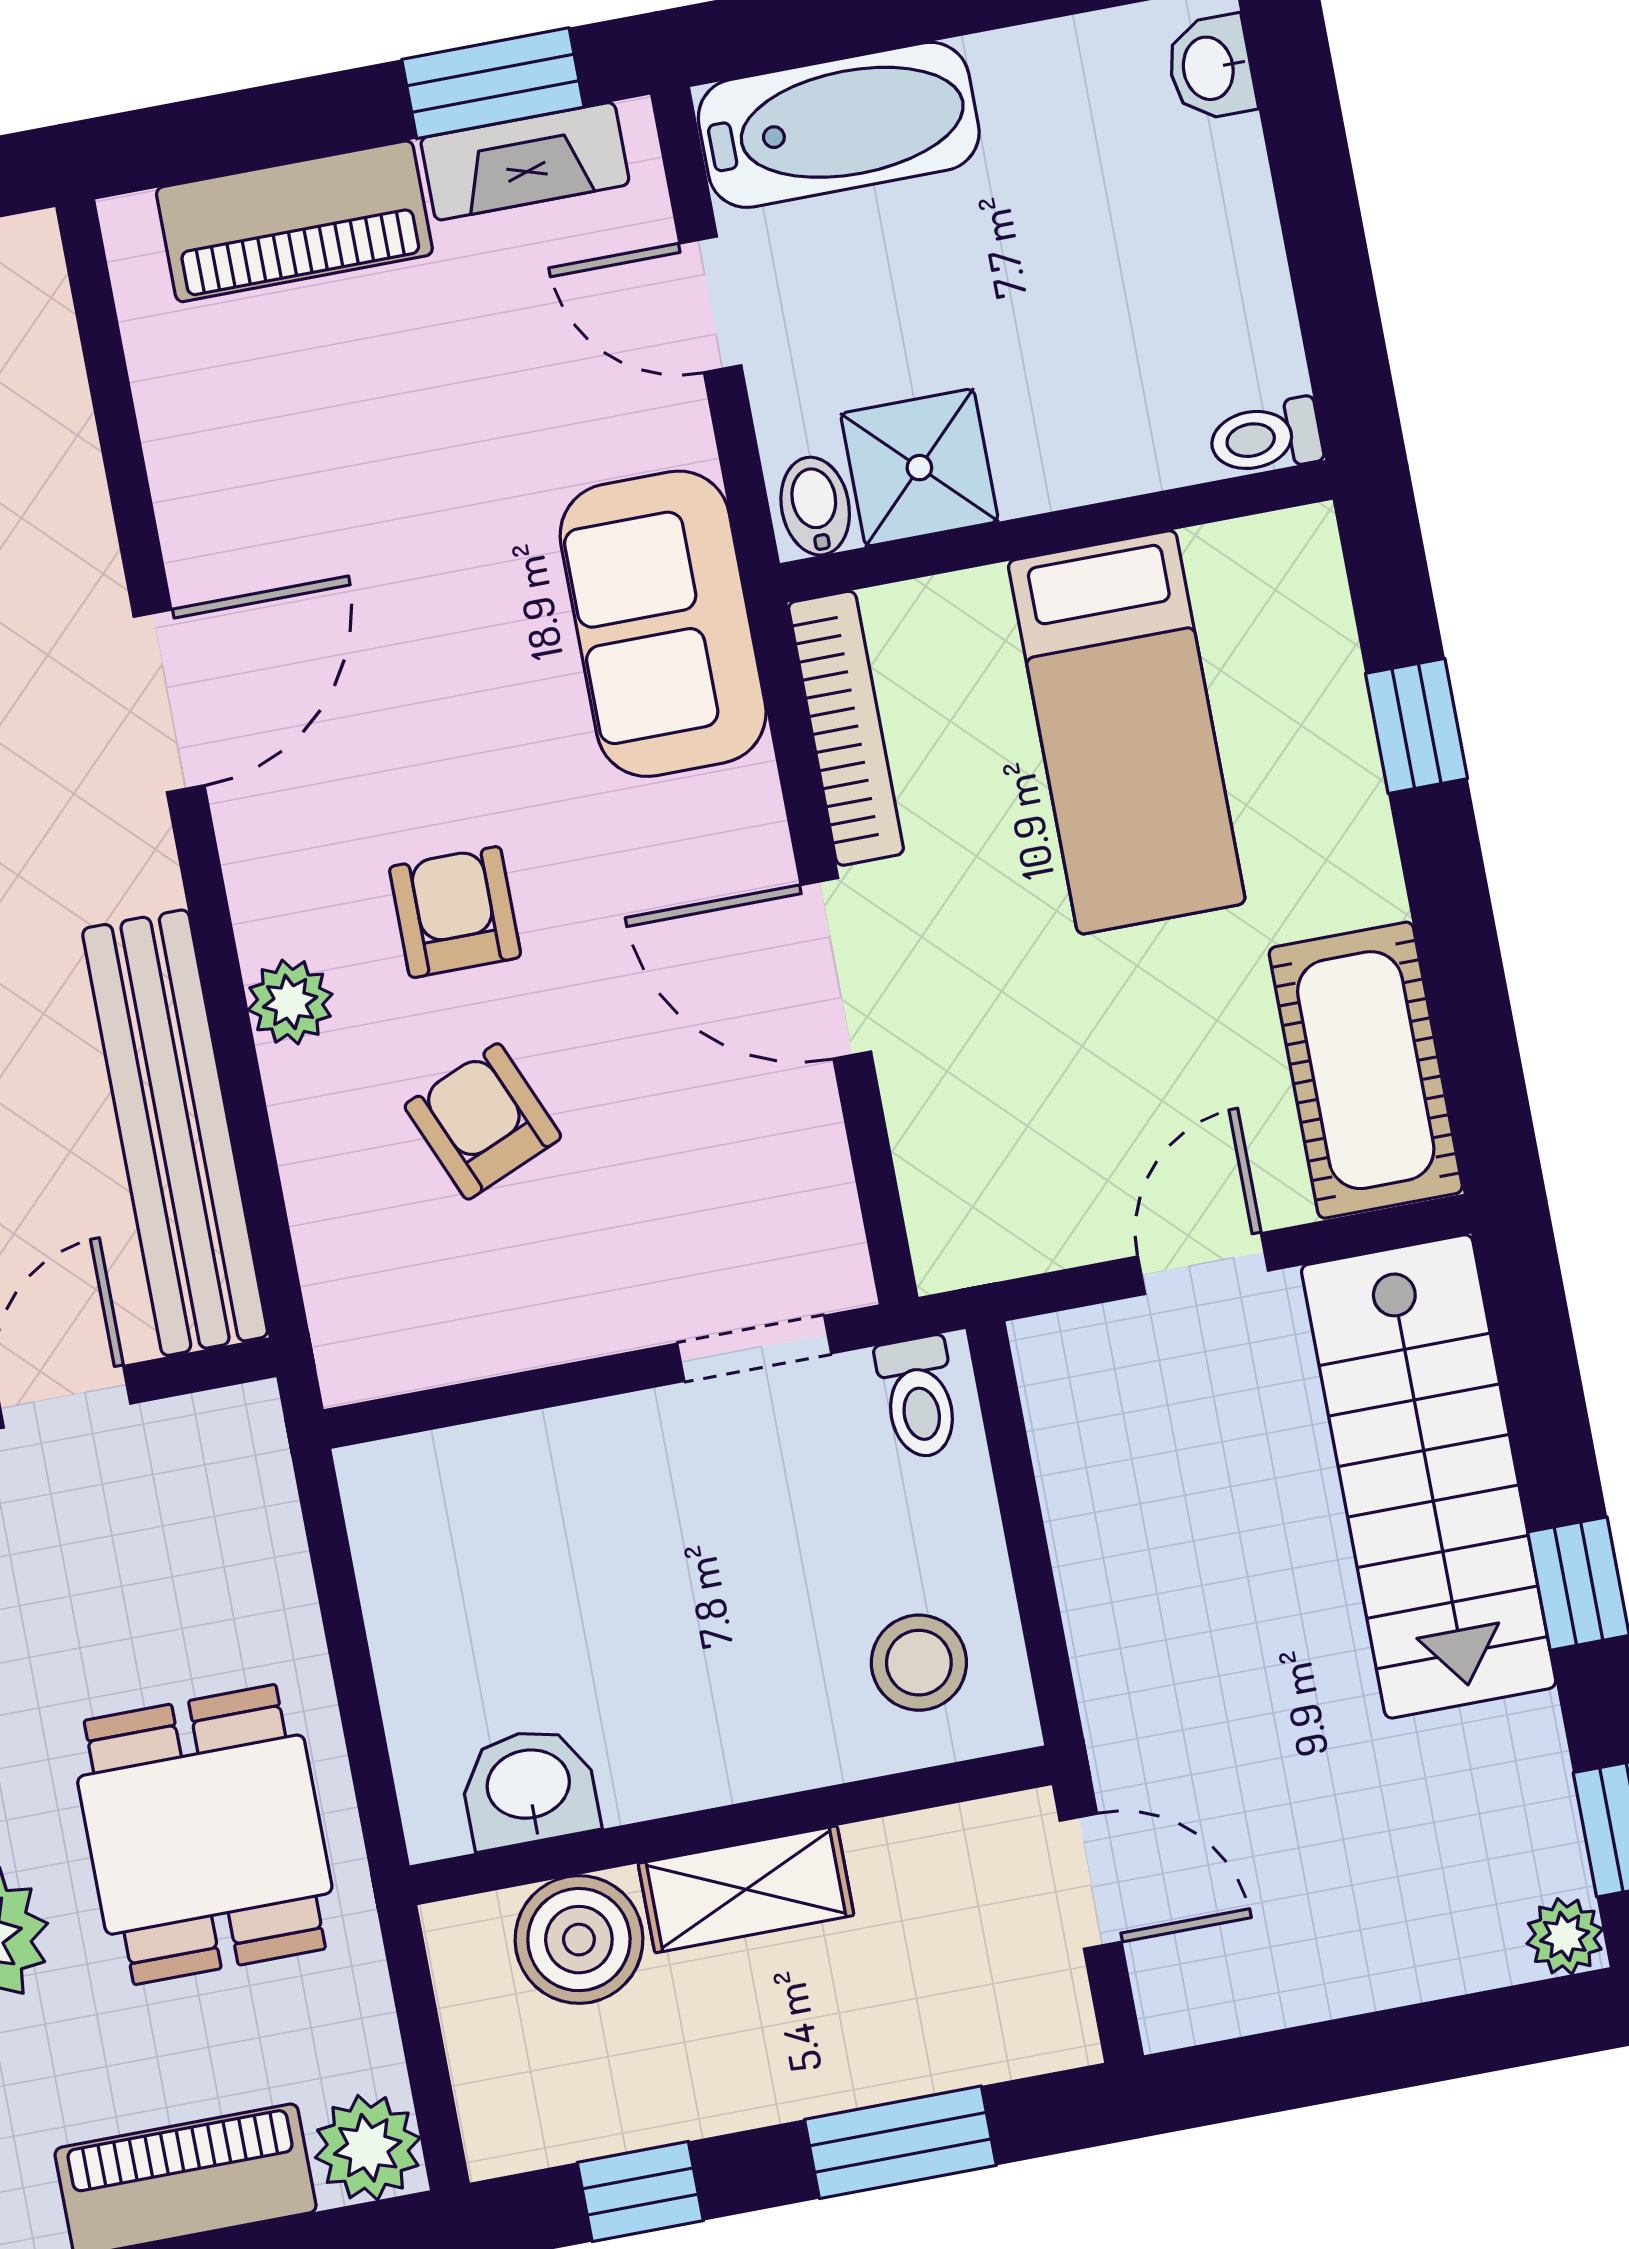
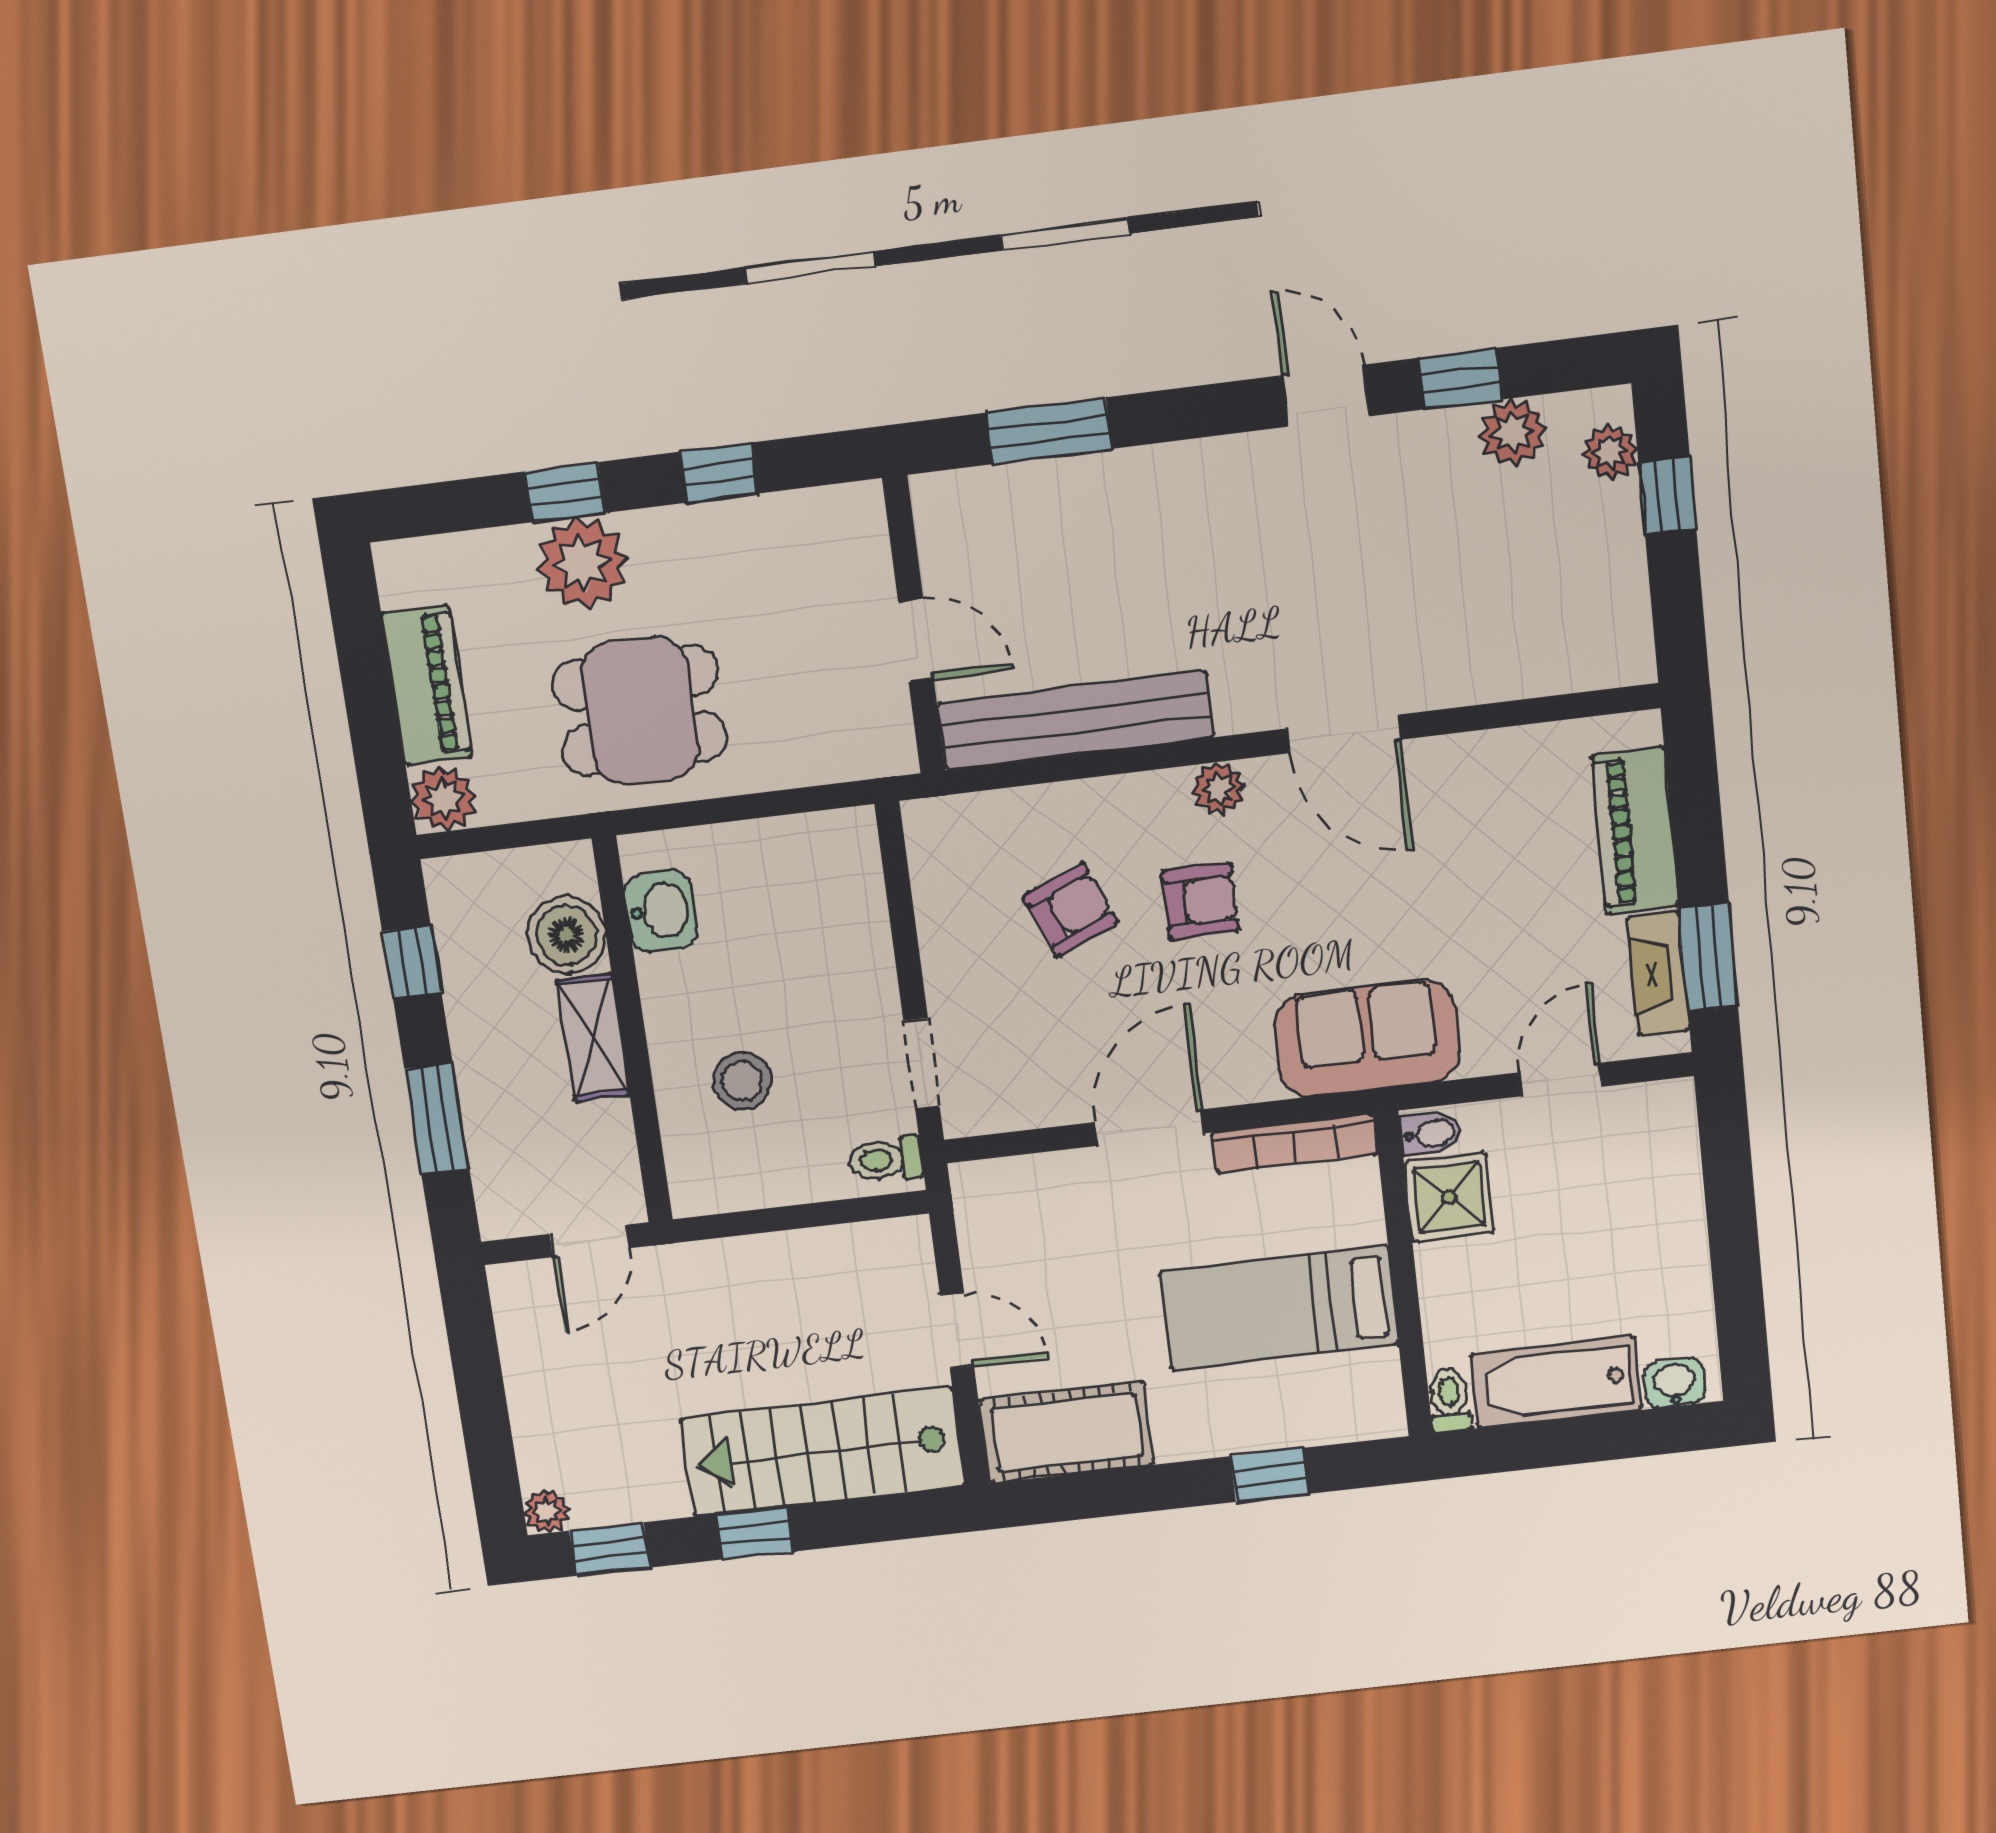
bathtub: (839, 125) -> (1556, 1382), moved, turned 90
plant: (290, 1002) -> (1219, 789), moved
stool: (919, 1663) -> (742, 1081), moved

